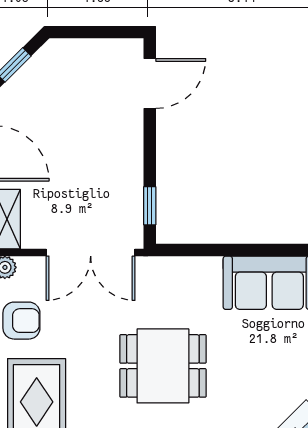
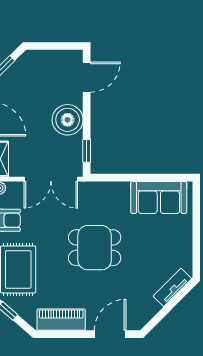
boiler: (118, 154) -> (68, 120), added

